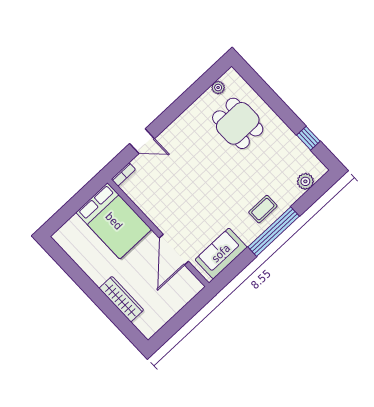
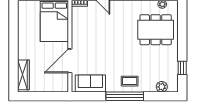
dining table: (238, 123) -> (156, 30), width x1.37
wardrobe: (121, 299) -> (23, 75), moved

